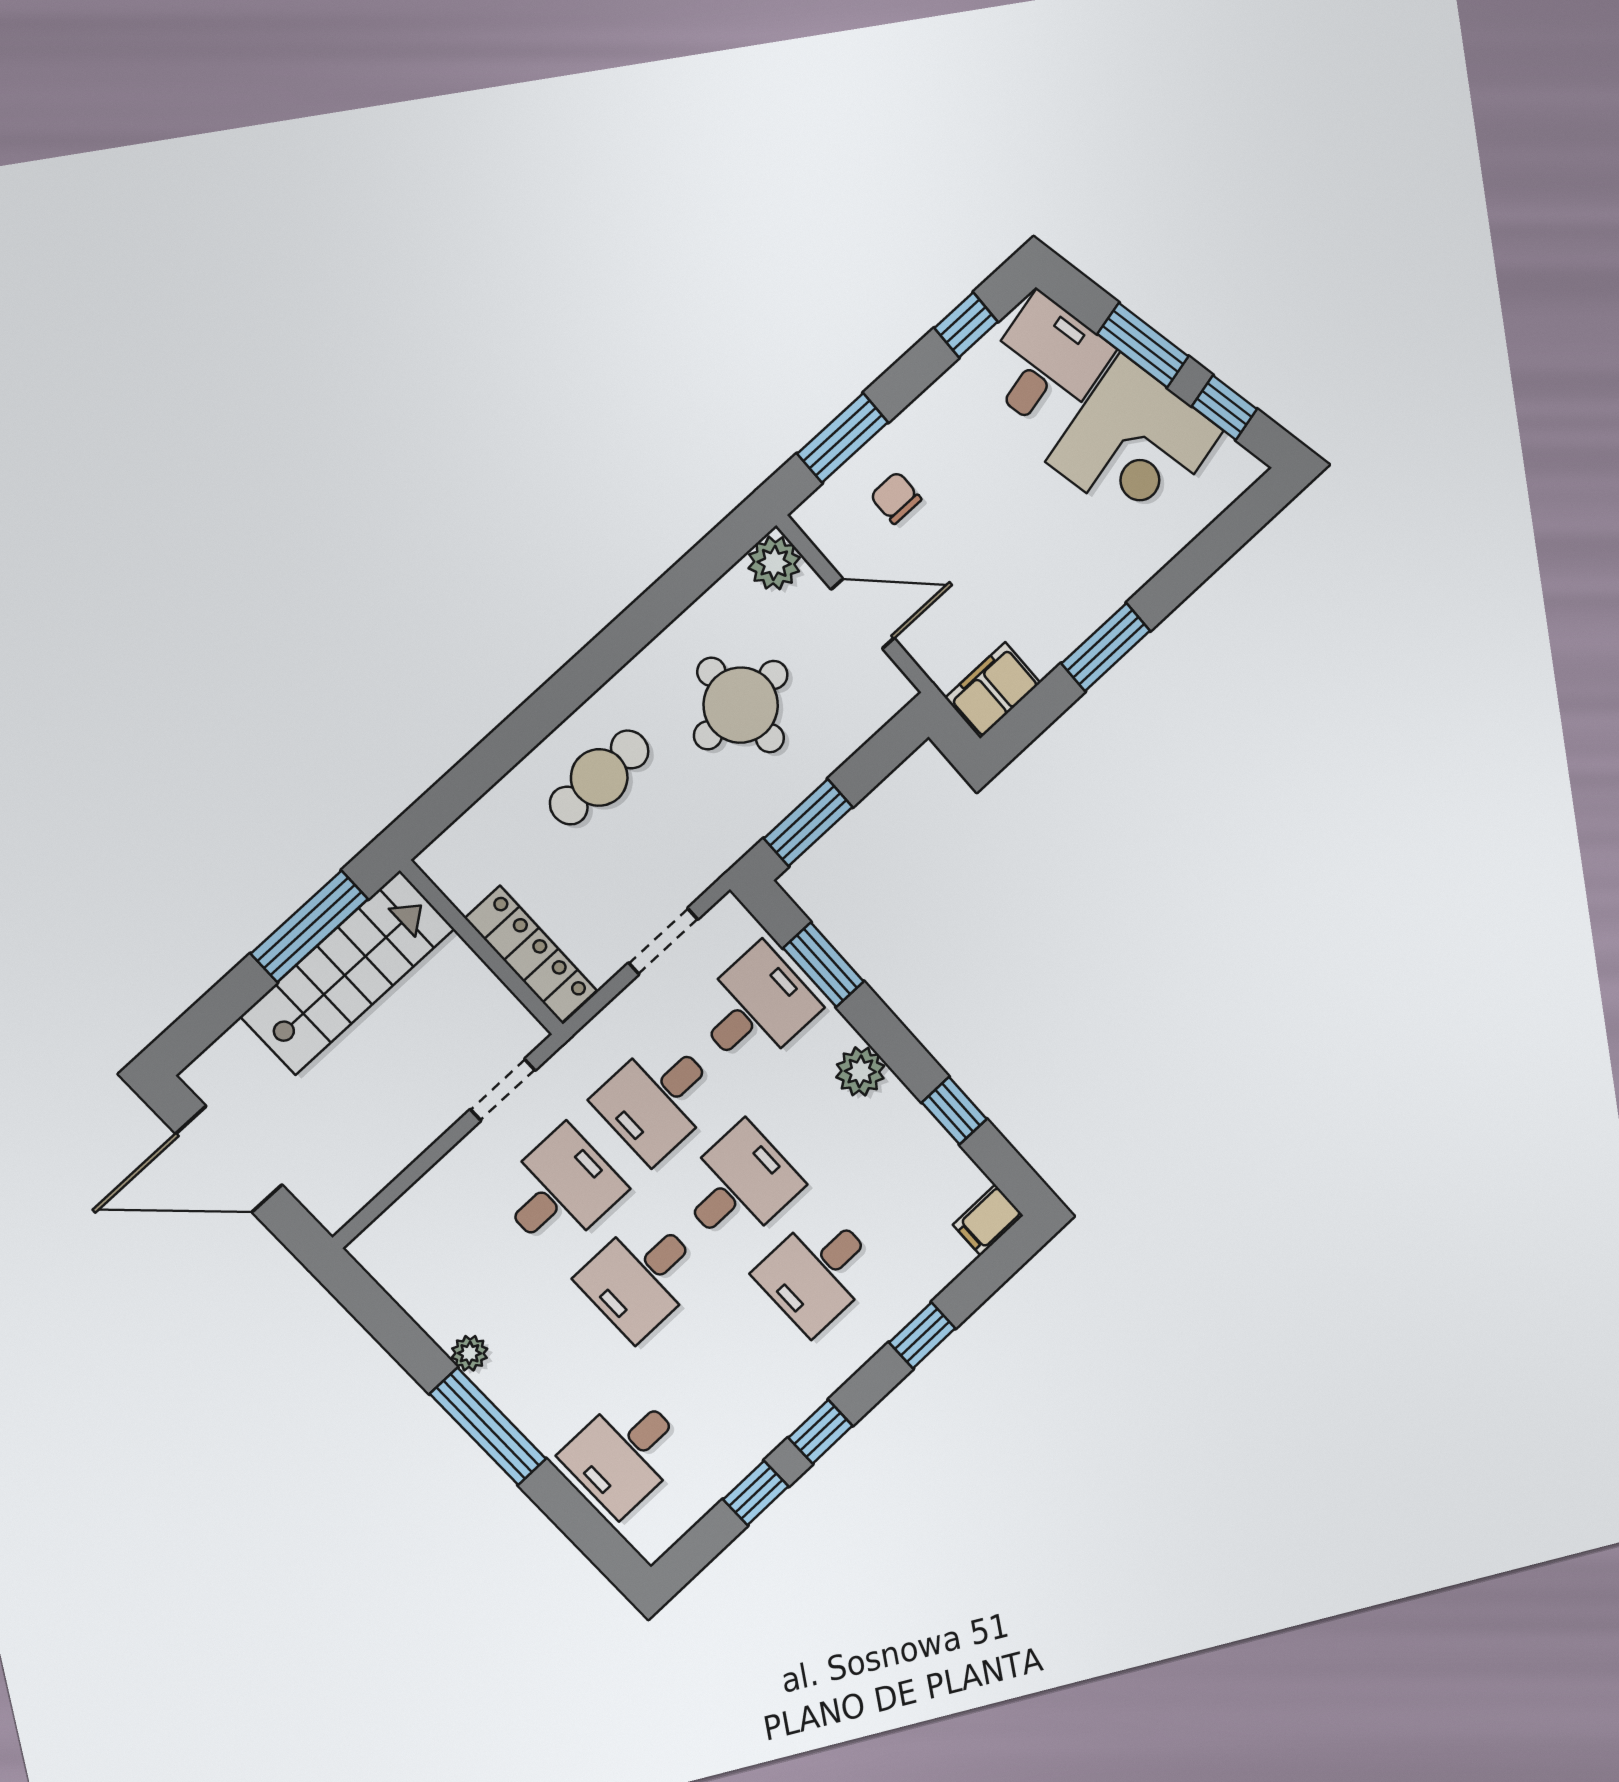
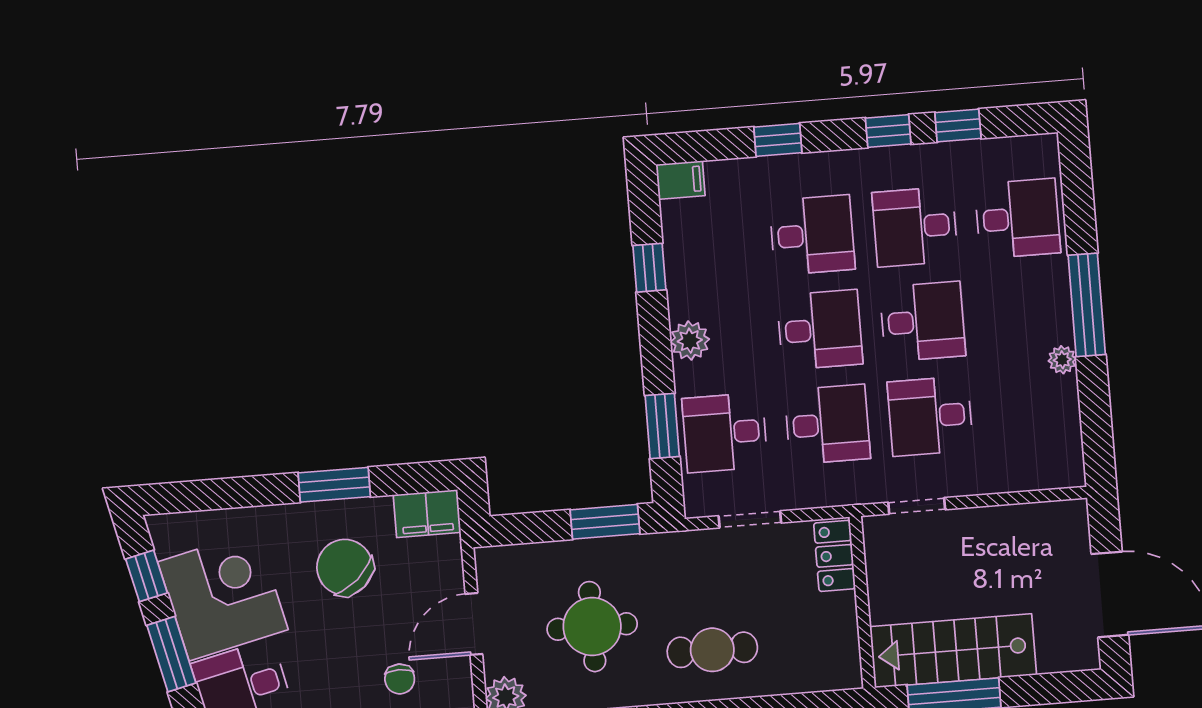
chair: (1035, 571) -> (345, 567), added
door: (863, 614) -> (474, 624), hinge flipped
locker: (531, 955) -> (835, 556), width x0.66
desk: (739, 1186) -> (820, 330), turned 180
desk: (722, 1362) -> (915, 227), added

